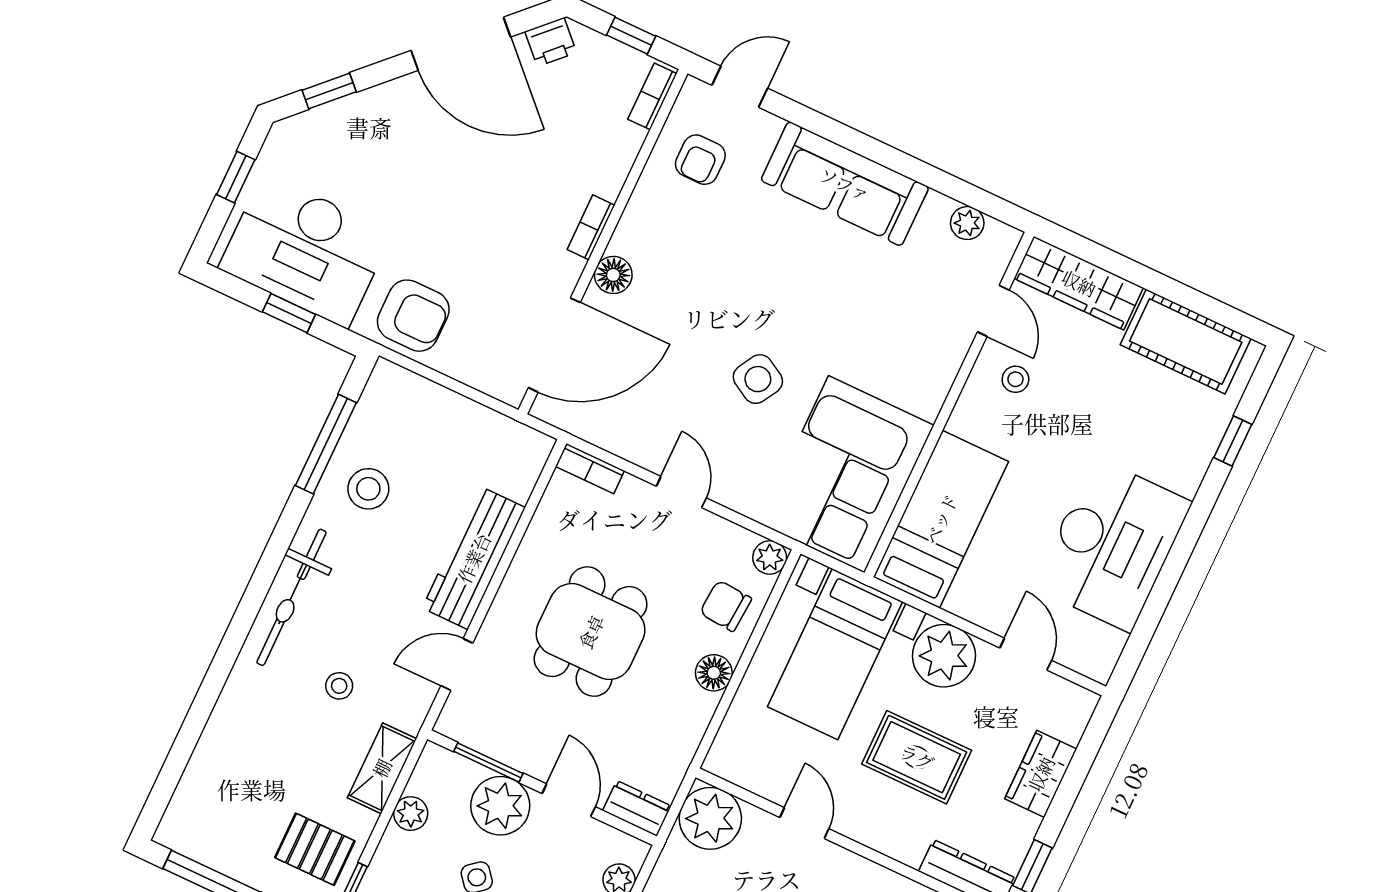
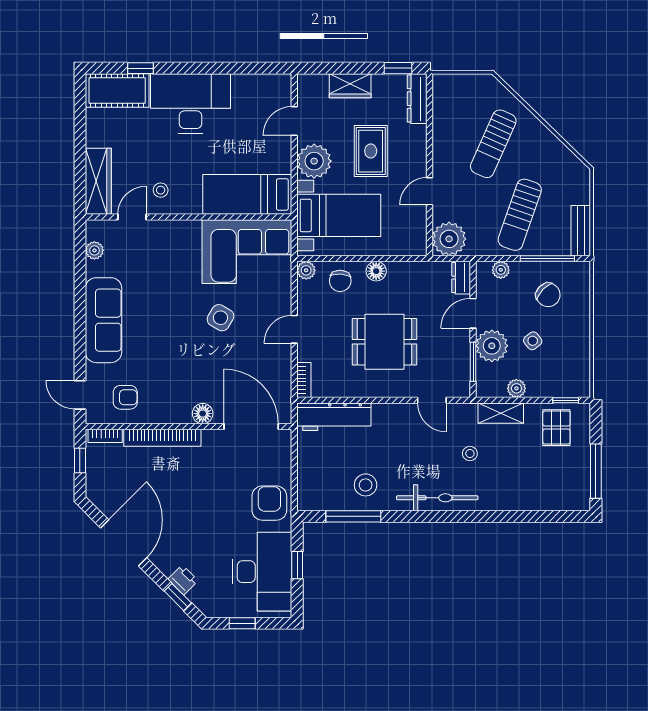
printer: (551, 42) -> (183, 580), moved
bookcase: (591, 227) -> (162, 438), width x2.31, depth x1.31
cot: (1186, 342) -> (117, 90), moved, turned 90
desk: (1112, 545) -> (191, 104), moved
workbench: (474, 558) -> (334, 417), moved

